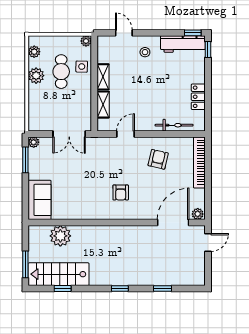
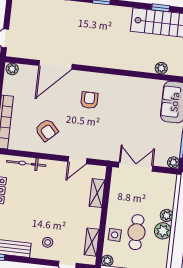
plant: (34, 52) -> (167, 215), moved
shelving: (103, 77) -> (92, 242), moved
armchair: (158, 159) -> (47, 130), turned -56
door: (173, 222) -> (55, 65), moved
plant: (60, 236) -> (161, 68), width x0.53, depth x0.53

